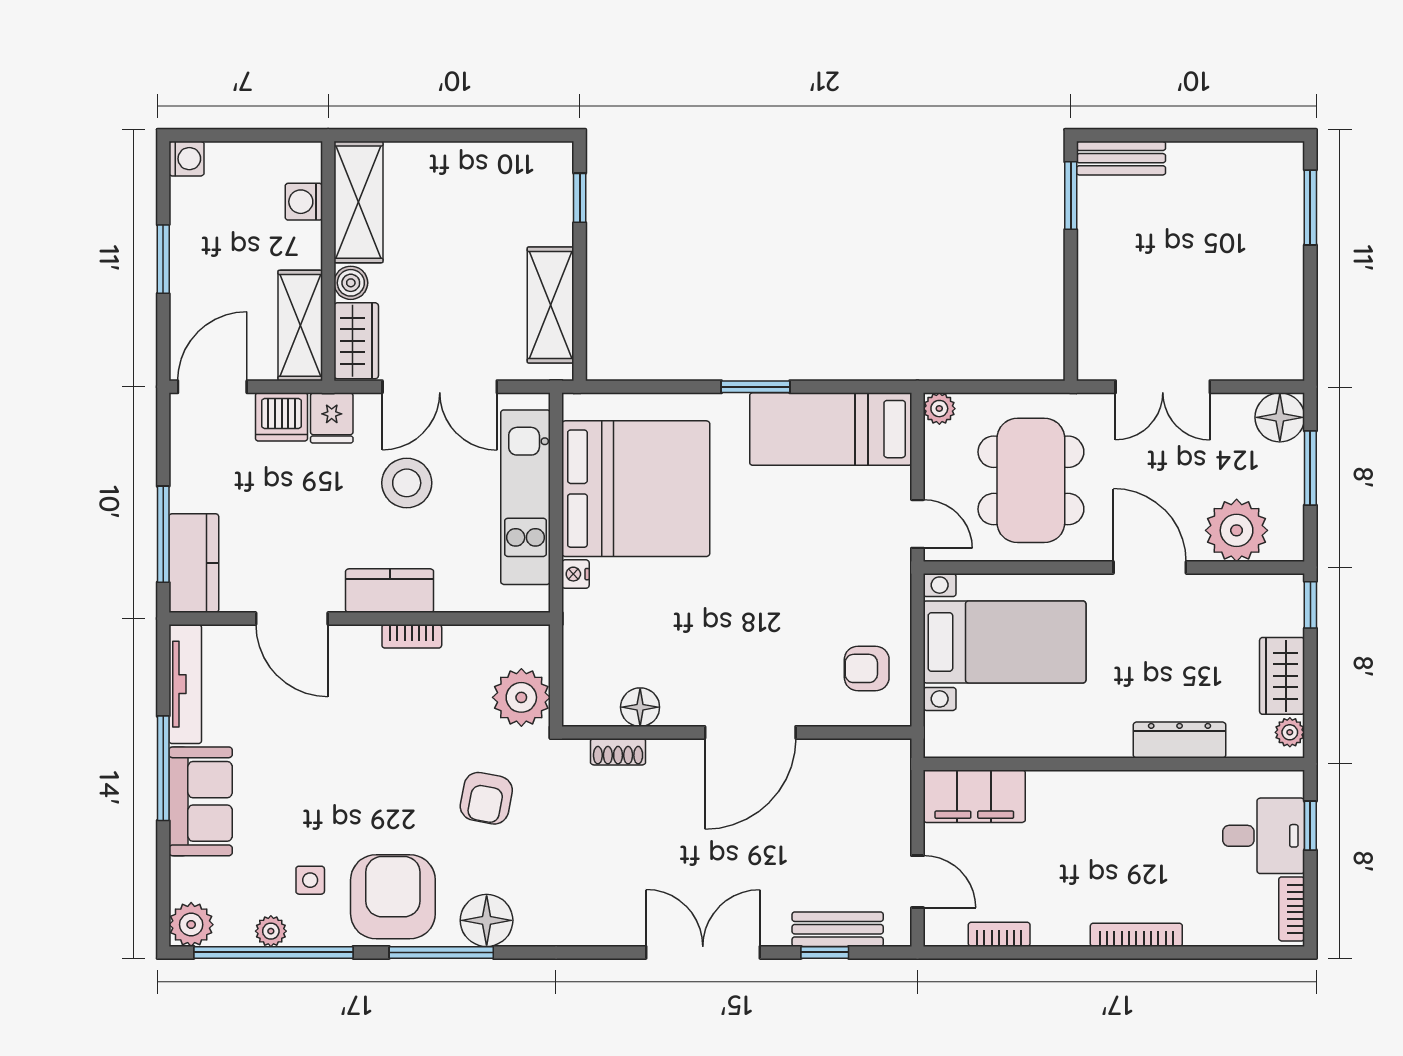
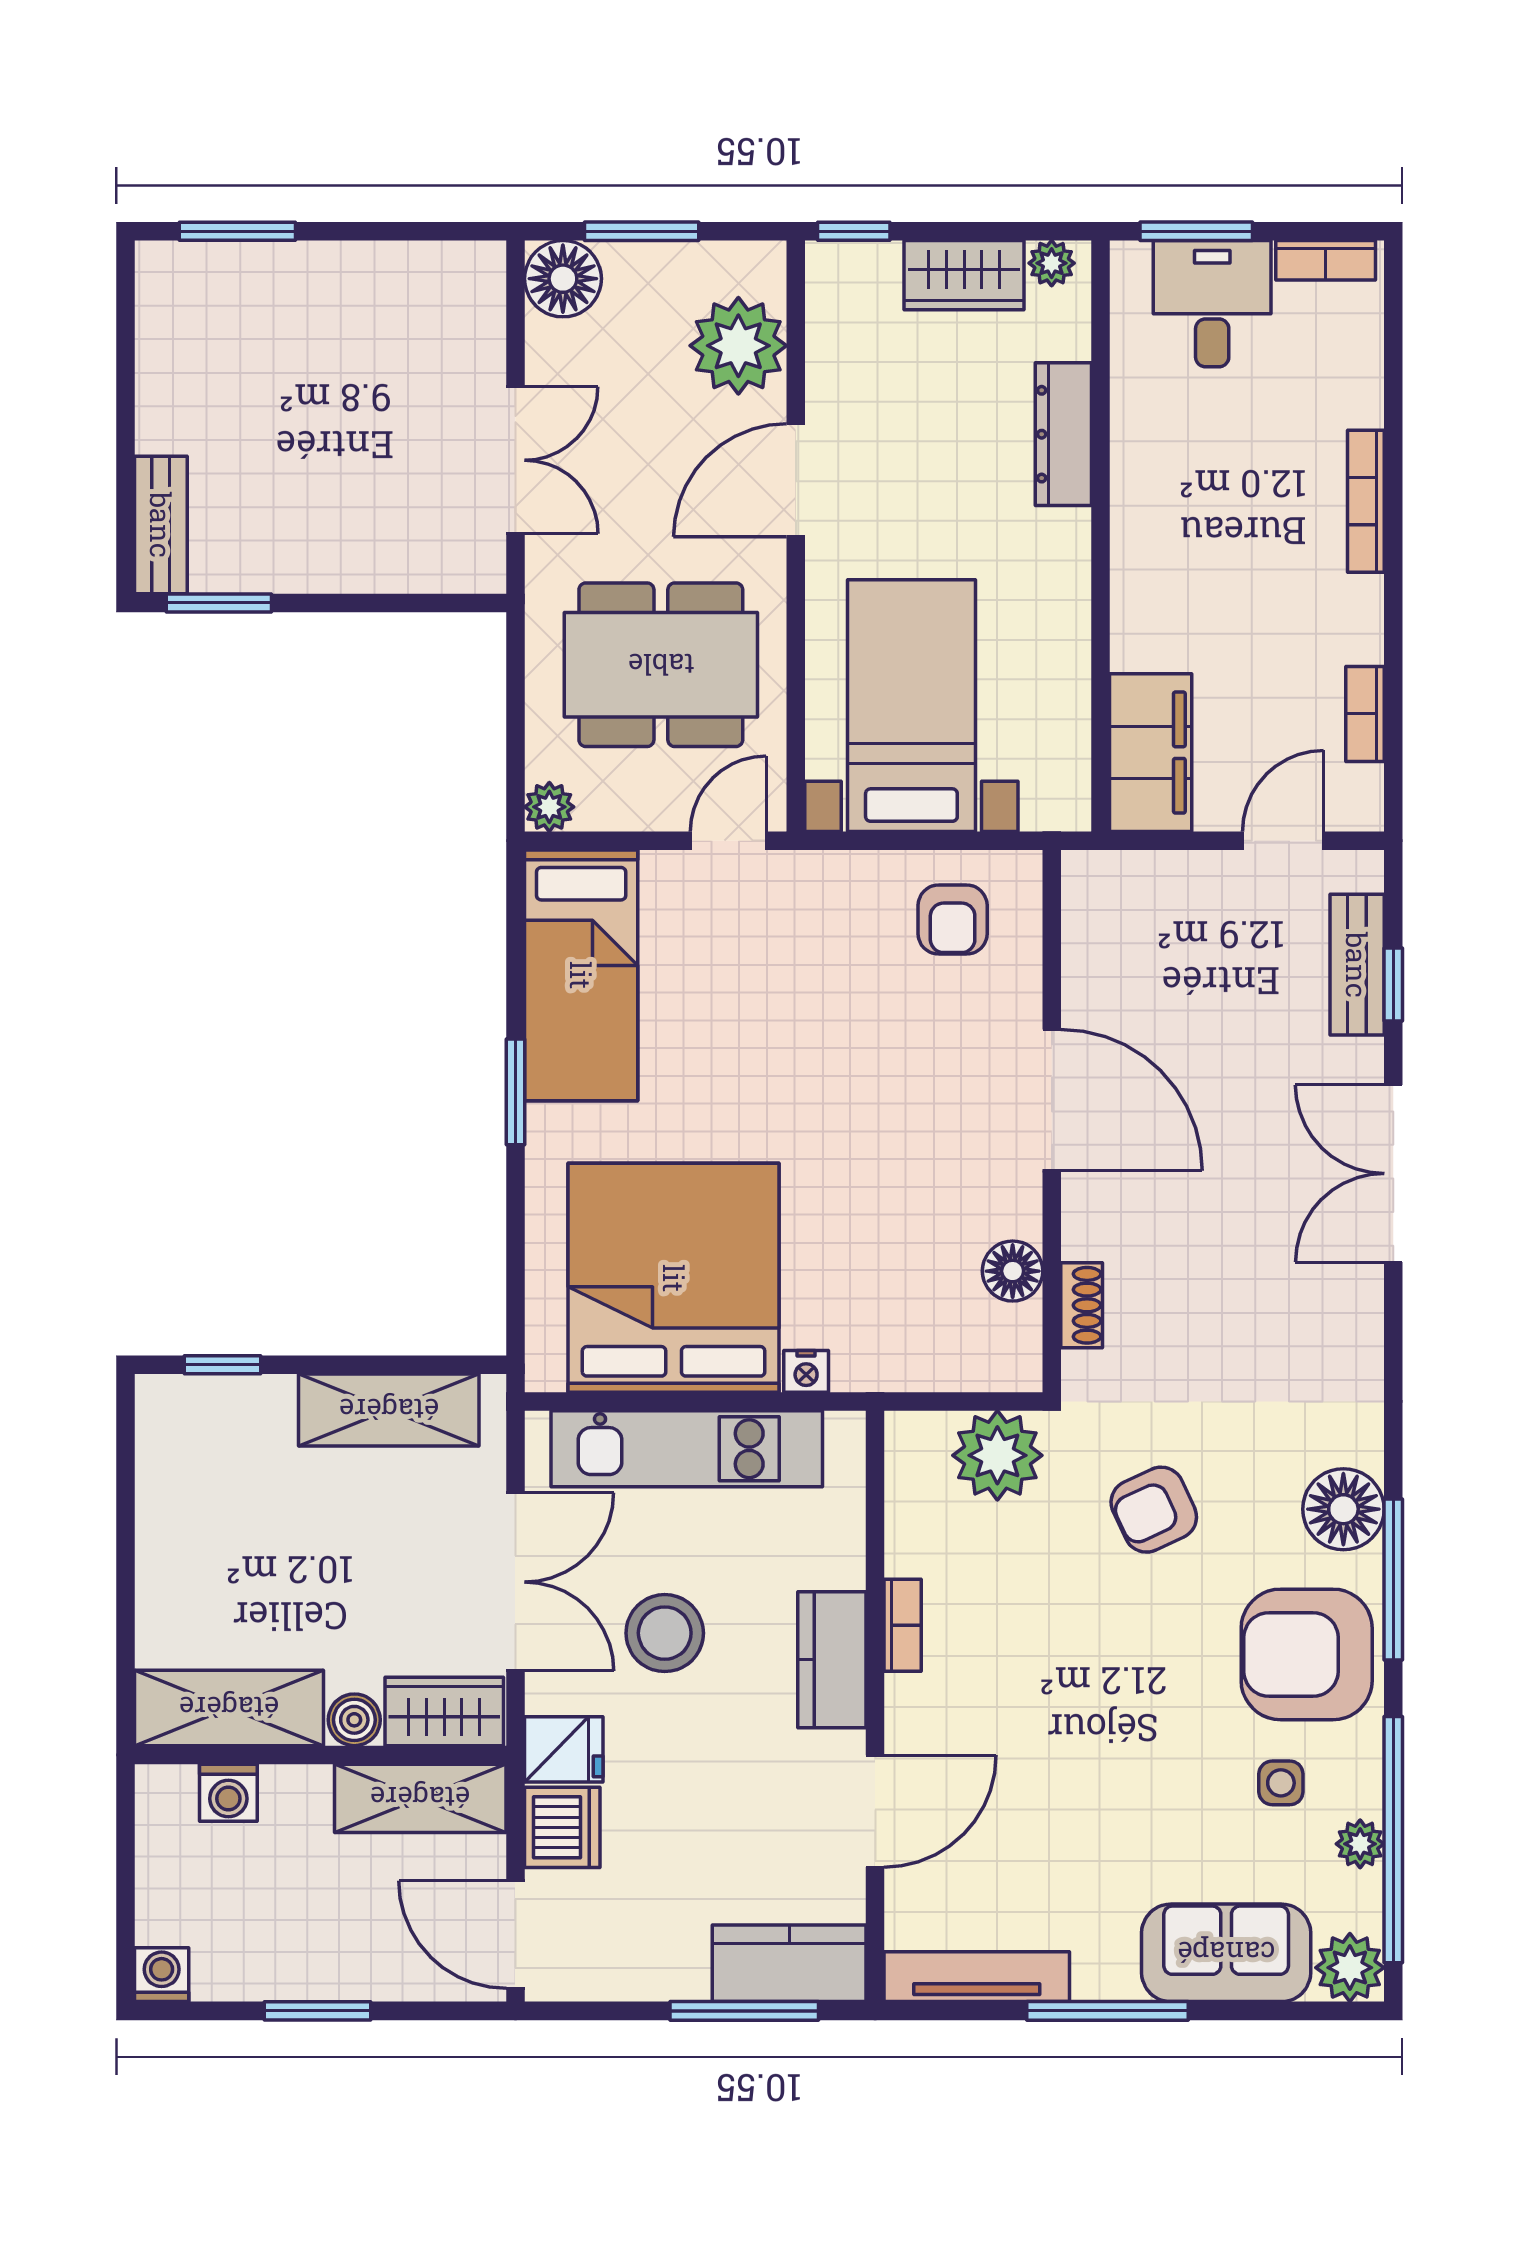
armchair: (486, 798) -> (1154, 1510), turned 144
sofa: (201, 801) -> (1226, 1953), moved
window: (1310, 826) -> (1196, 231), width x1.50

